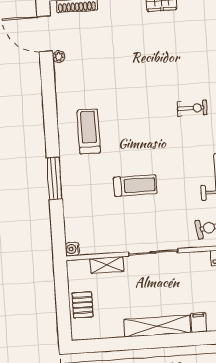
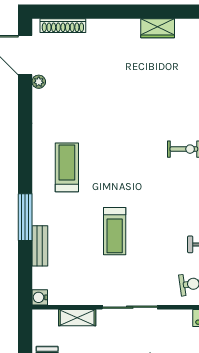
treadmill: (135, 185) -> (115, 231), turned 90
bench: (69, 203) -> (40, 246), added

